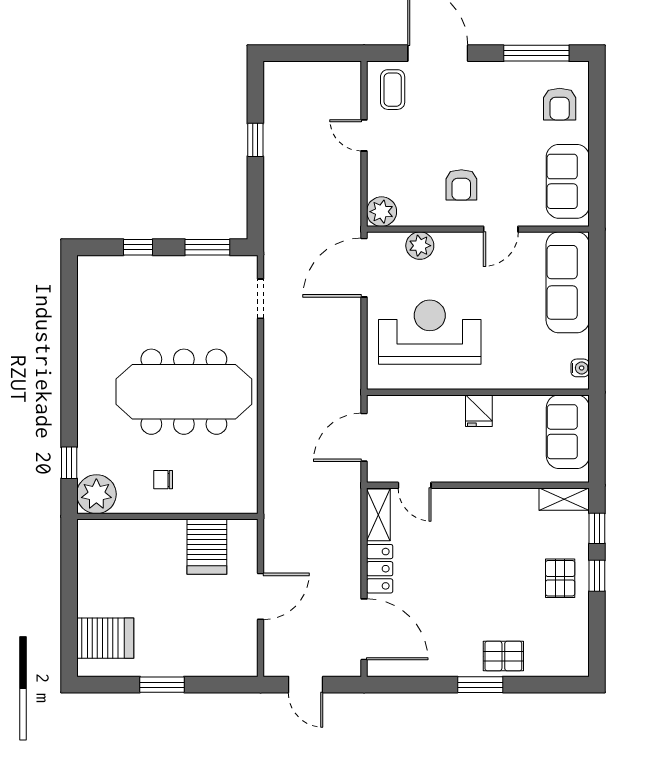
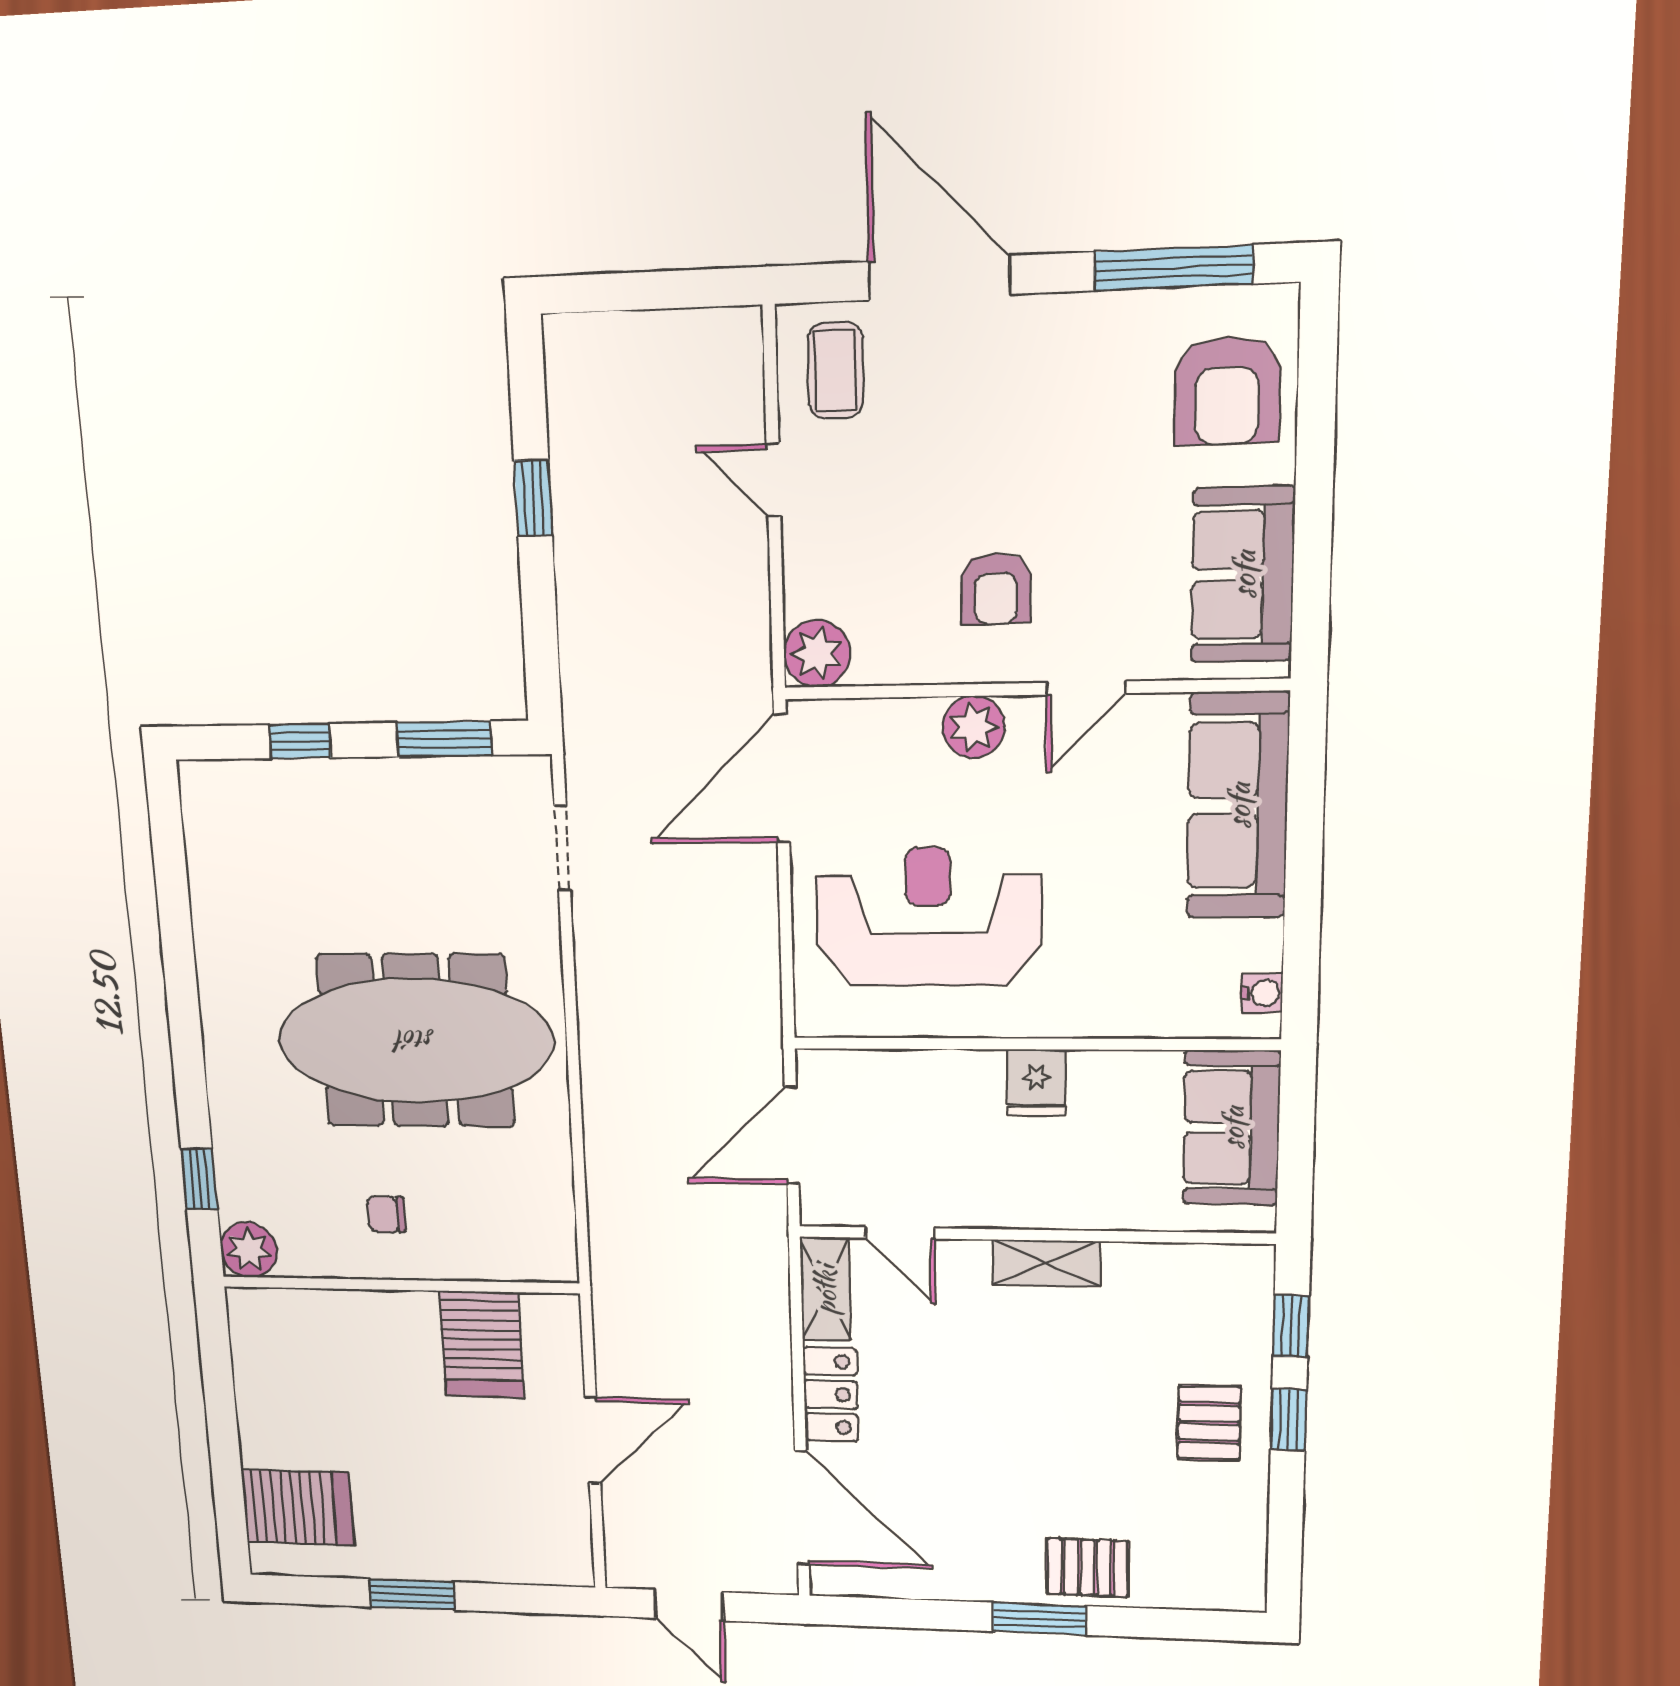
armchair: (560, 104) -> (1227, 391), width x1.38, depth x1.38
plant: (420, 246) -> (974, 727), moved
plant: (96, 494) -> (249, 1250), width x0.73, depth x0.73
shelving: (564, 499) -> (1046, 1263), moved

